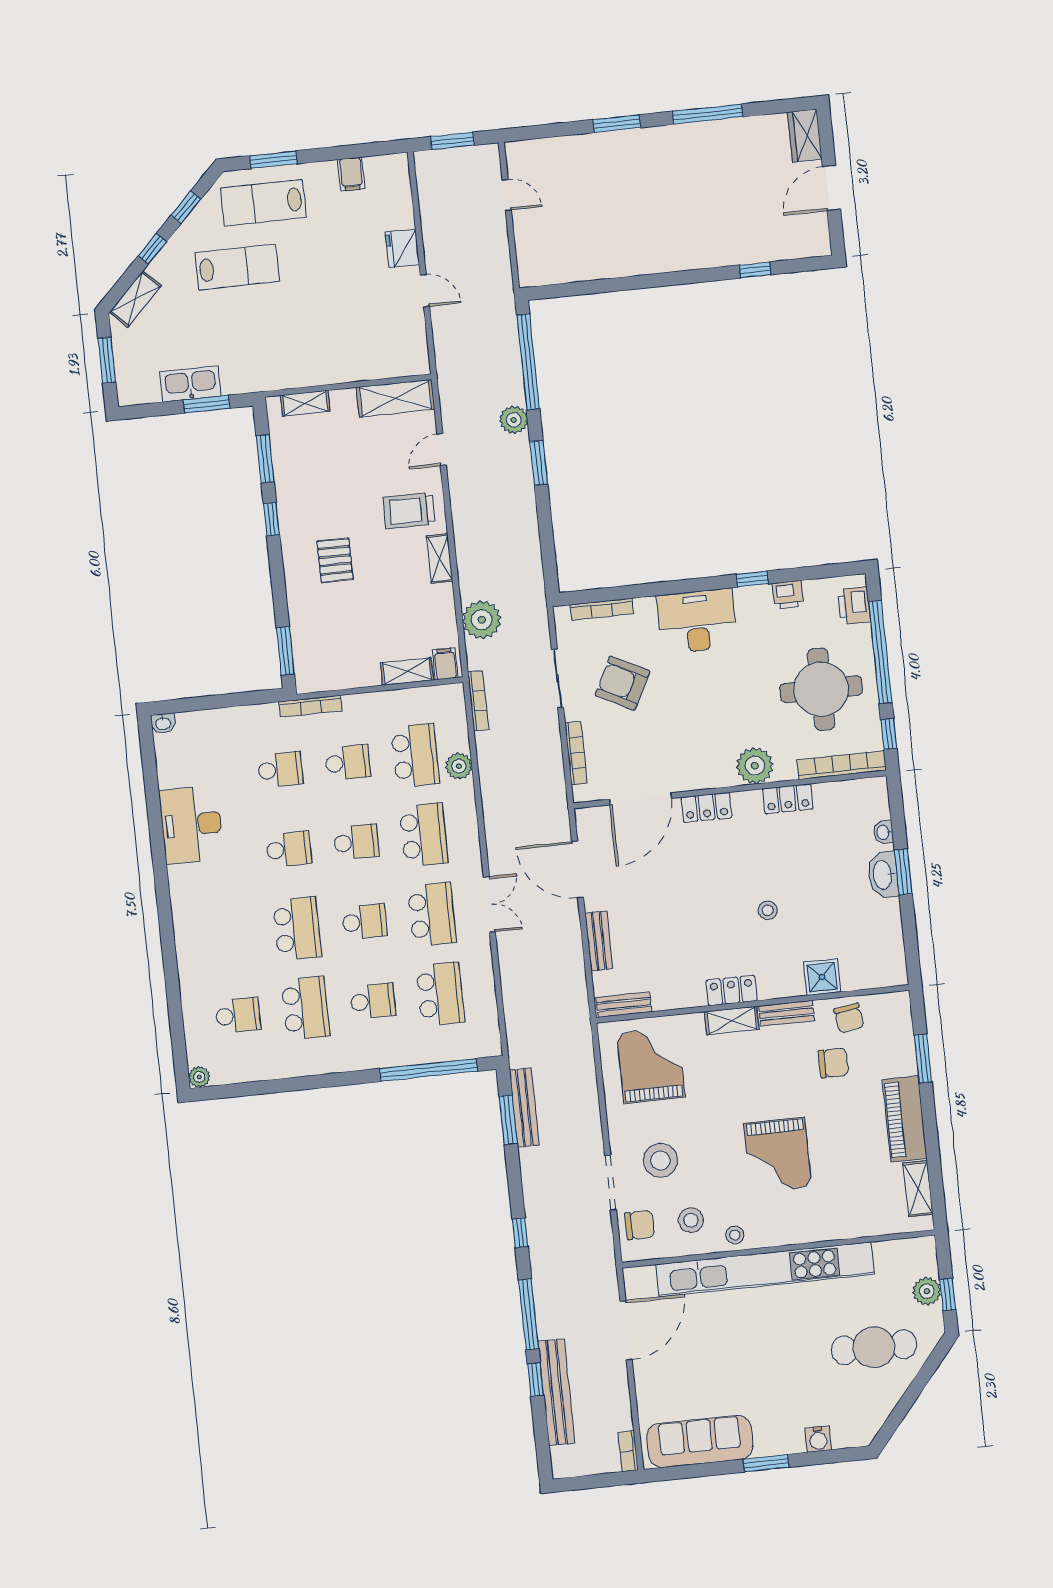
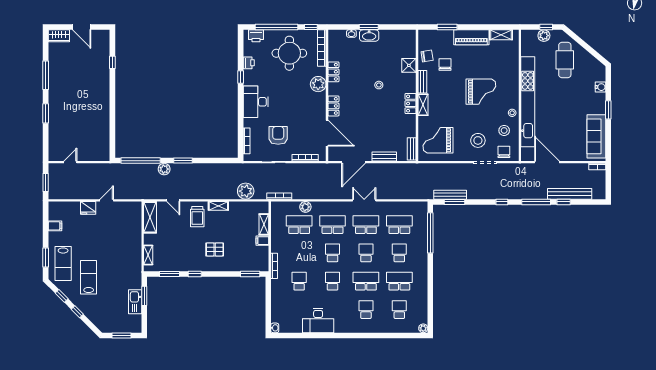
shelving: (135, 299) -> (97, 321), removed
filing cabinet: (445, 664) -> (262, 241), moved
armchair: (622, 683) -> (278, 135), turned 153
school desk: (348, 763) -> (366, 310), moved

